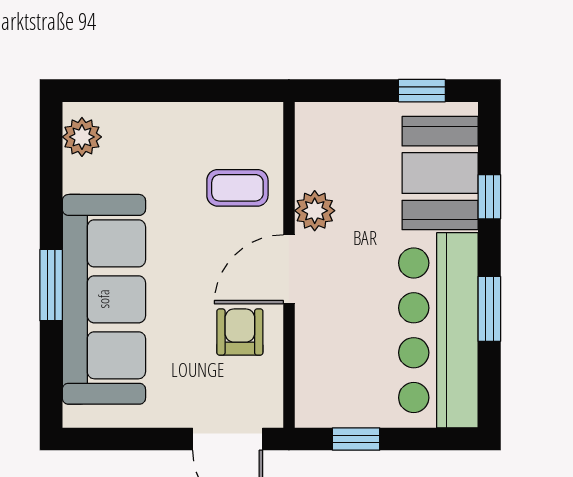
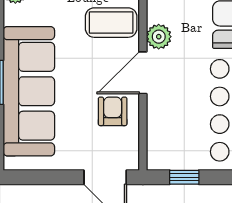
coffee table: (237, 188) -> (111, 23), width x1.36, depth x1.30

